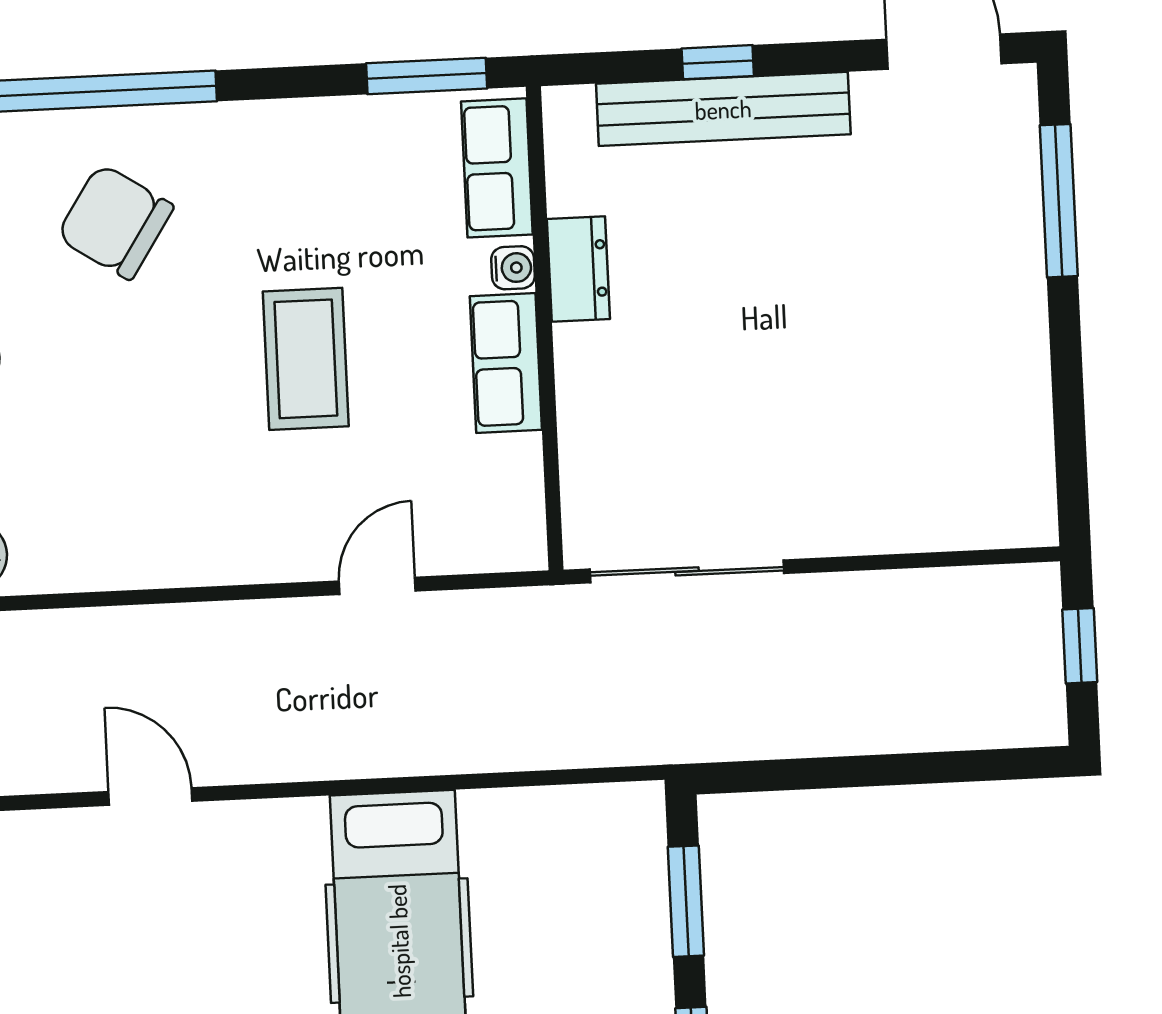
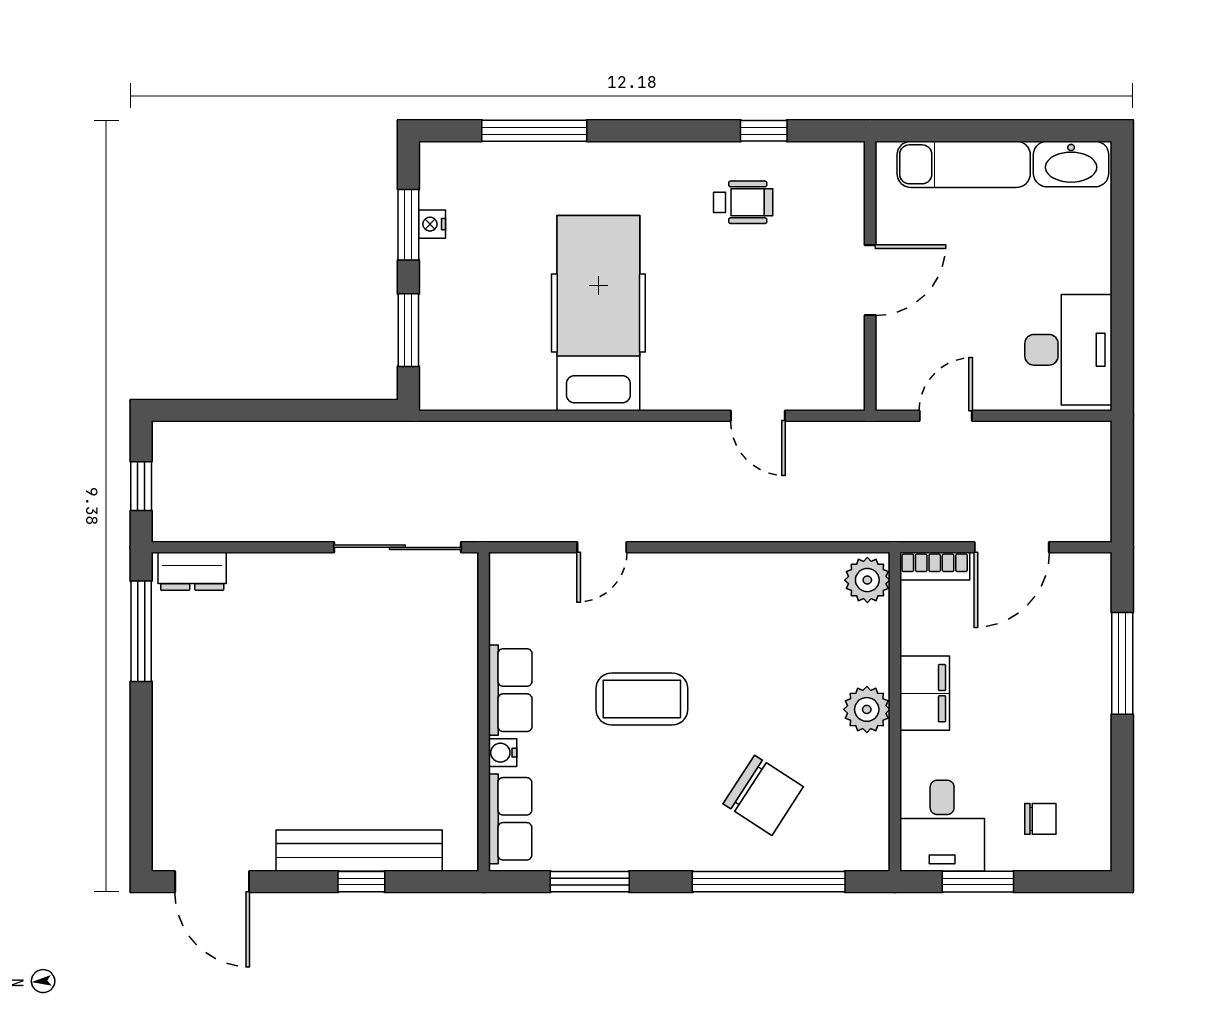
window: (427, 76) -> (590, 882), moved
window: (1059, 201) -> (141, 631), moved
dresser: (578, 269) -> (192, 571), moved, turned -90
coffee table: (306, 359) -> (642, 699), turned 90

